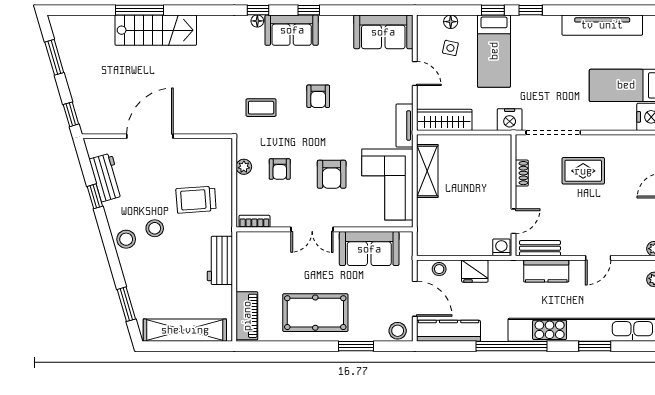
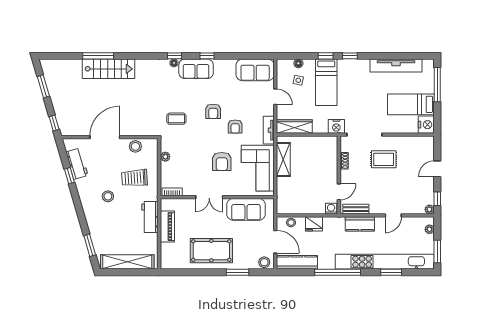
armchair: (280, 169) -> (235, 127), moved
stool: (126, 239) -> (135, 146), moved
piano: (247, 316) -> (167, 227), moved

